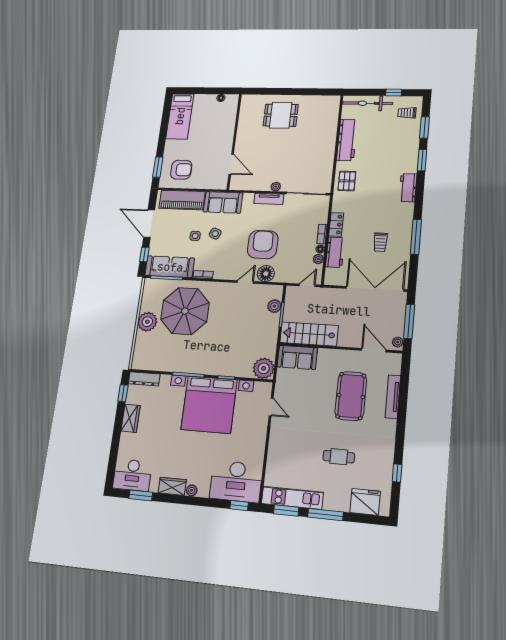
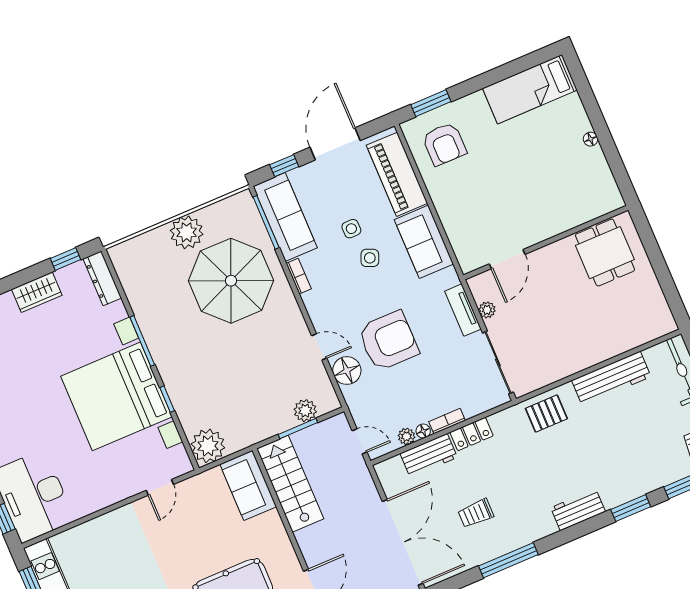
wall: (234, 141) -> (546, 243), moved
door: (231, 164) -> (507, 259), moved

